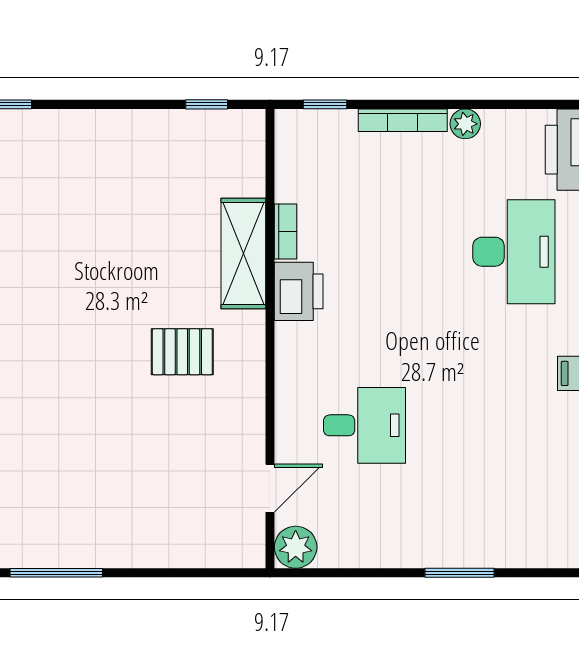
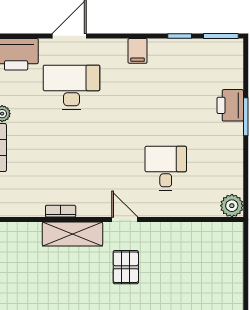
printer: (299, 291) -> (230, 105), moved, turned -90
door: (270, 488) -> (125, 220), moved

